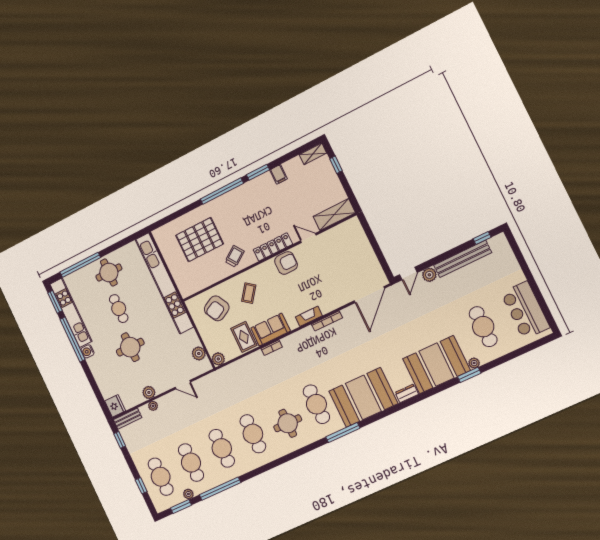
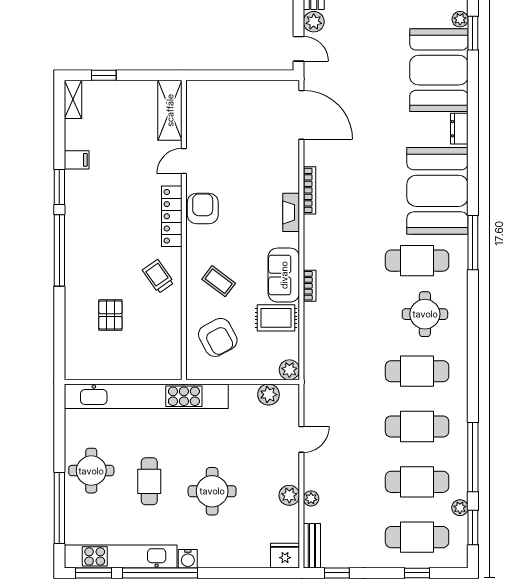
pallet: (200, 240) -> (110, 315), width x0.49, depth x0.50
cafe table: (119, 309) -> (149, 481), turned 90

